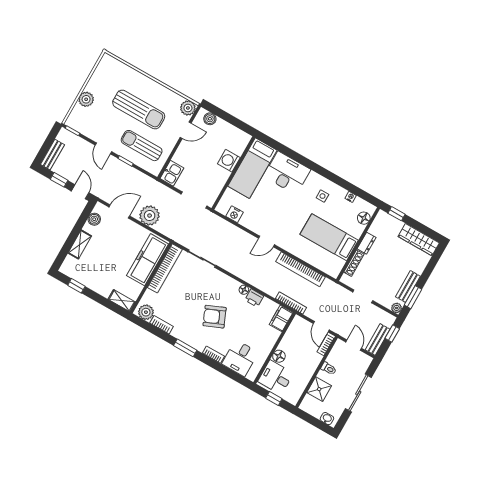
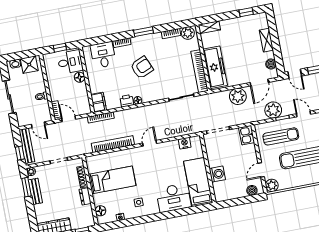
plant: (128, 176) -> (273, 110), added
bench: (378, 340) -> (27, 146), width x1.36
shower: (319, 389) -> (29, 65), moved

